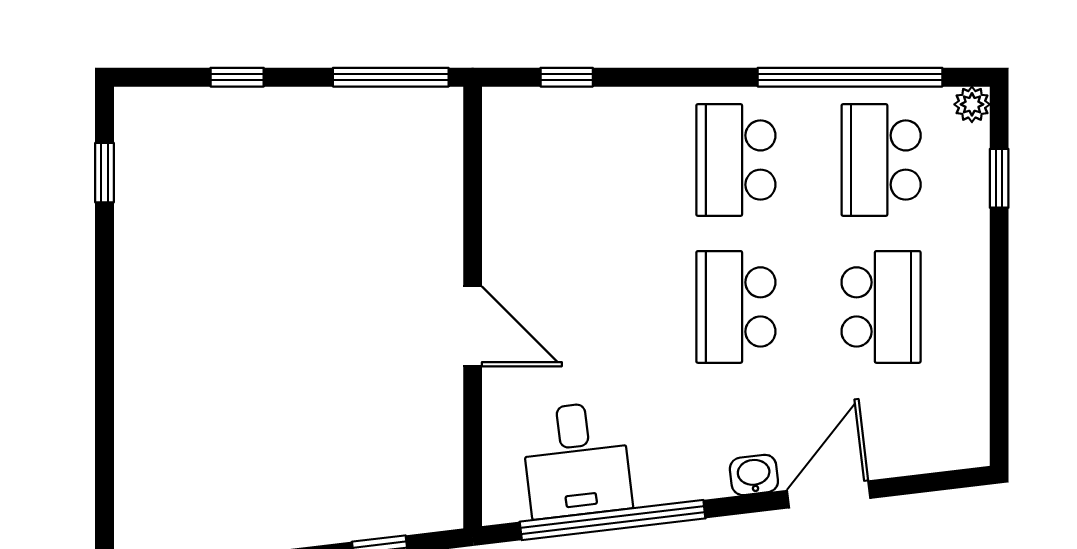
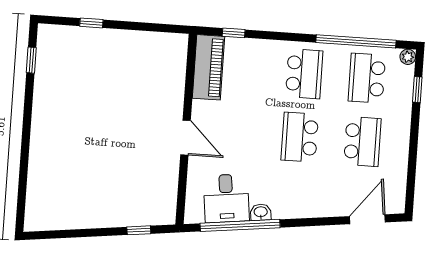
window: (391, 77) -> (158, 28), removed
school desk: (736, 160) -> (304, 74), turned 180
piano: (514, 161) -> (208, 67), added
washbasin: (754, 475) -> (261, 212), moved
door: (829, 494) -> (367, 219), moved

